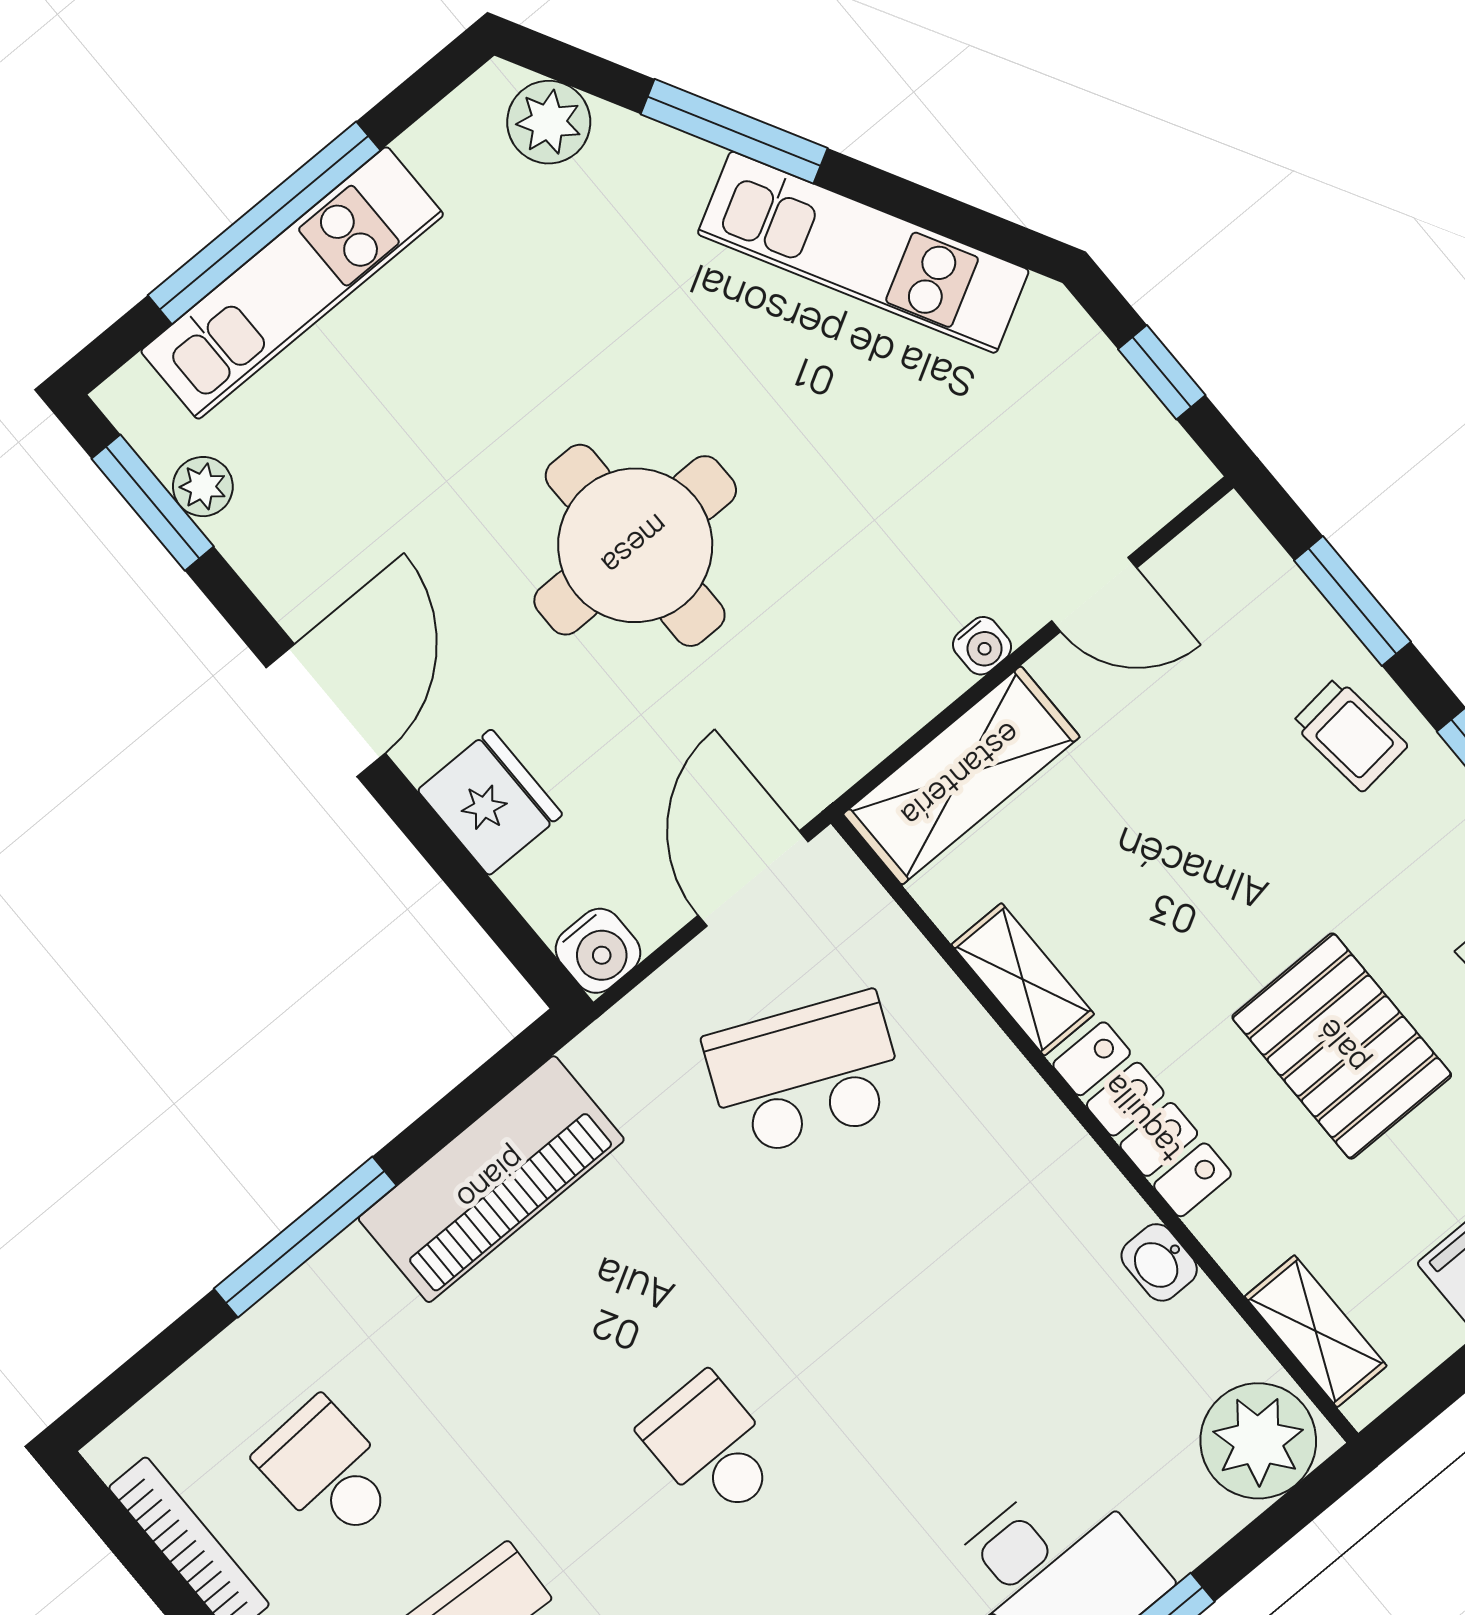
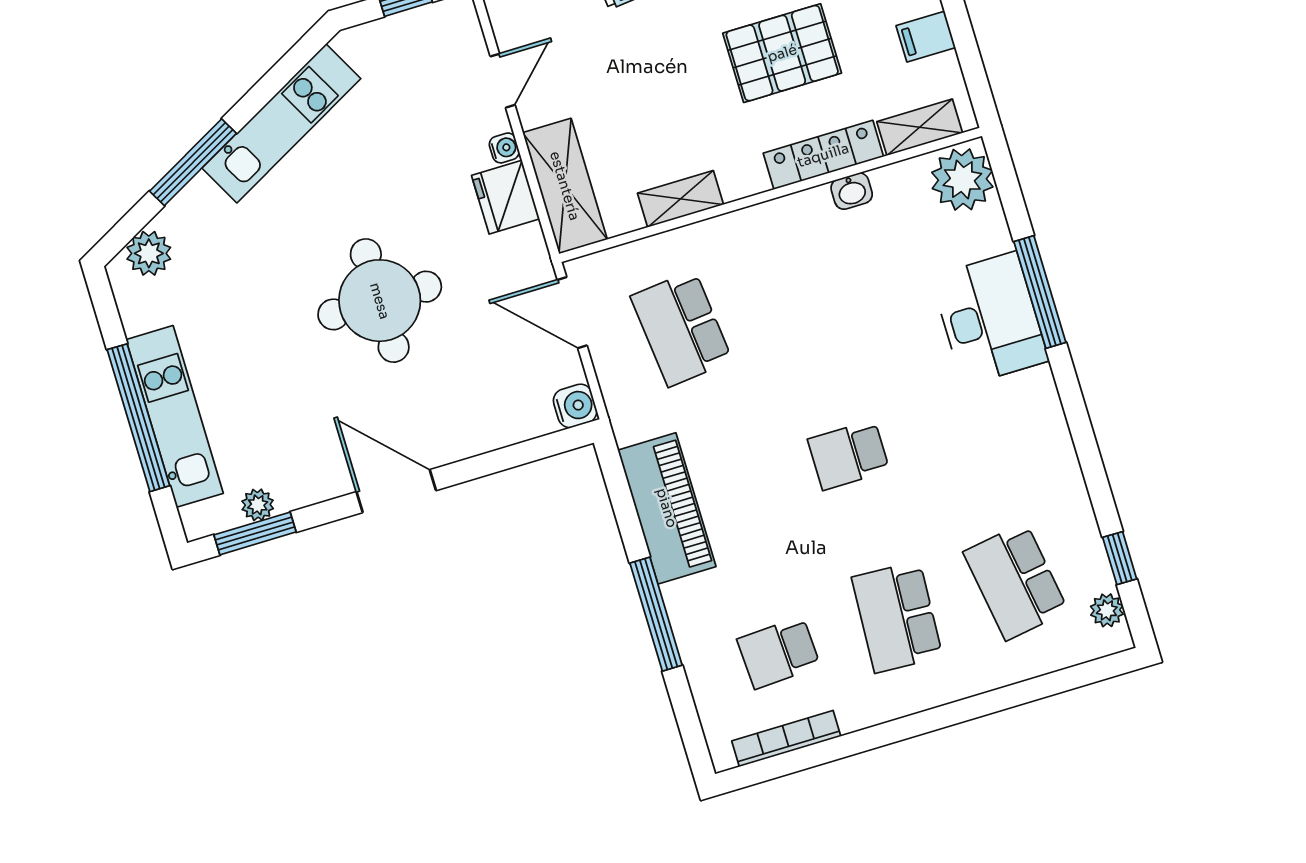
fridge: (490, 802) -> (506, 197), moved, turned -90
school desk: (805, 1074) -> (681, 328), turned -30
locker: (1142, 1119) -> (823, 155), moved

